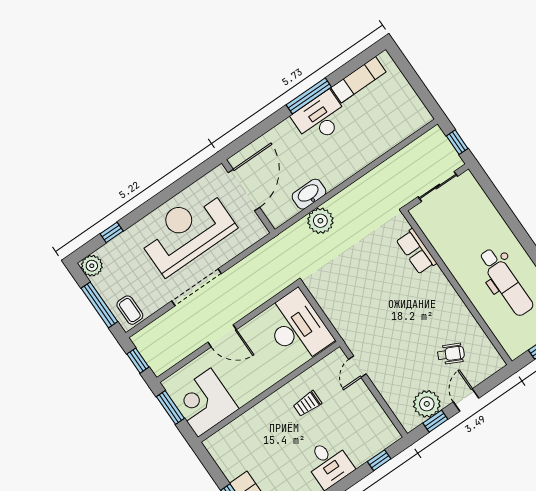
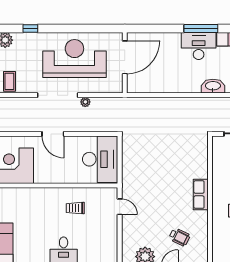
washbasin: (309, 194) -> (213, 86), moved
plant: (320, 221) -> (85, 102), moved, width x0.53, depth x0.53
row of seats: (416, 251) -> (201, 195), moved
door: (357, 367) -> (120, 207), swing flipped

